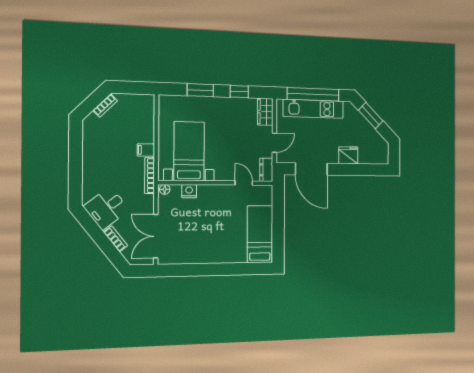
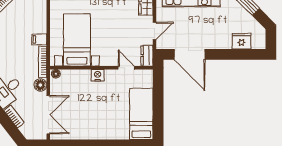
fridge: (348, 155) -> (242, 41), moved
nightstand: (189, 191) -> (98, 75), moved
floor lamp: (147, 202) -> (40, 85), added
double door: (156, 236) -> (48, 115), swing flipped

